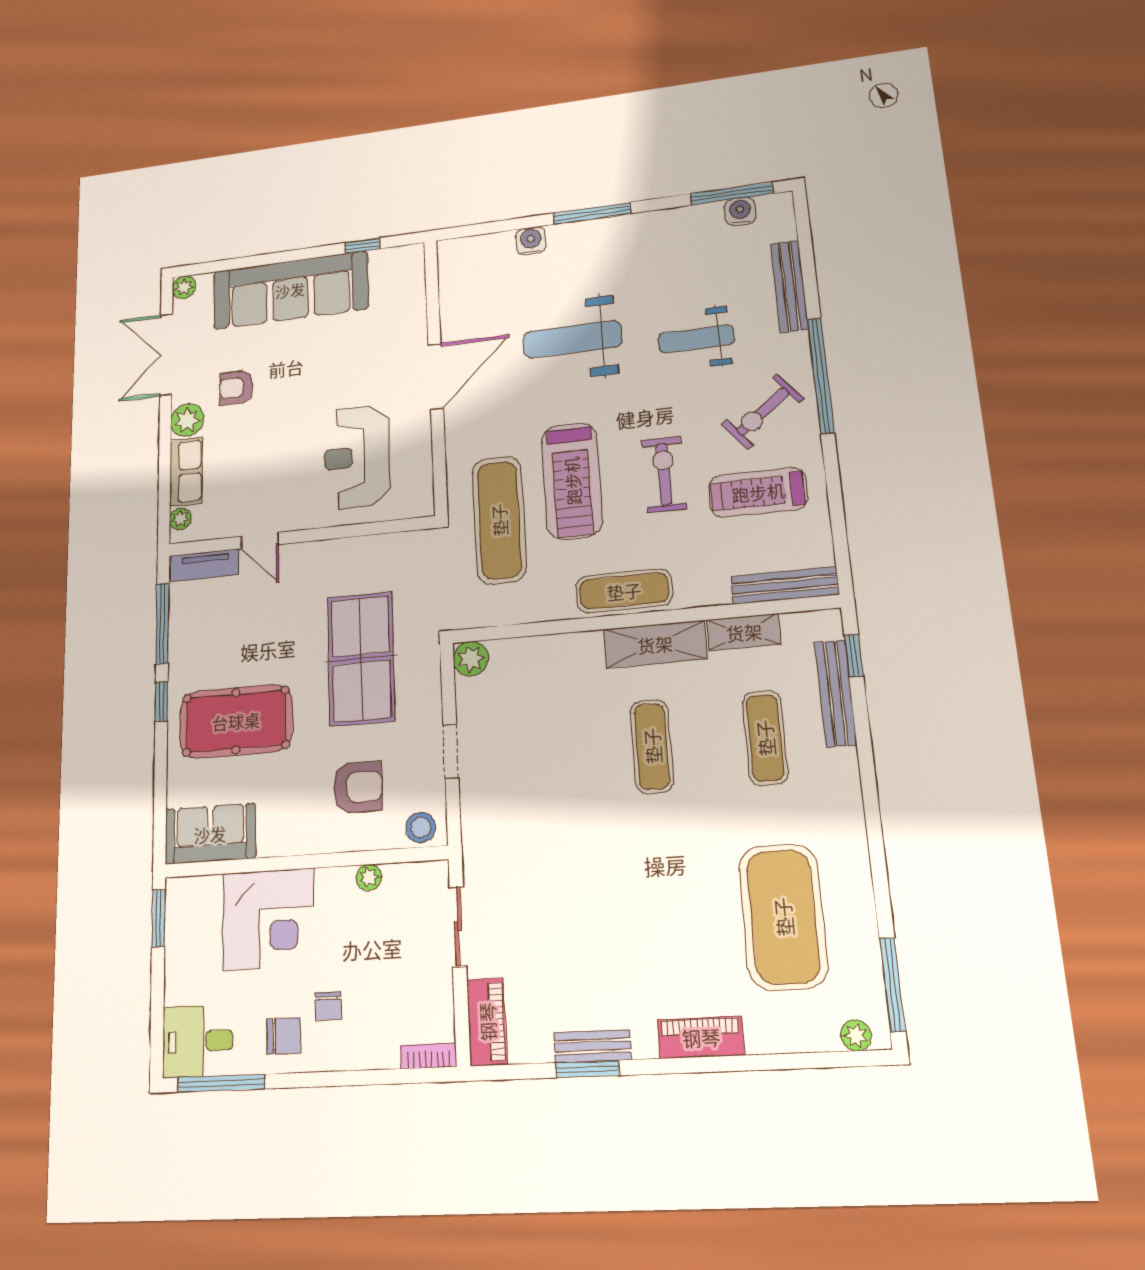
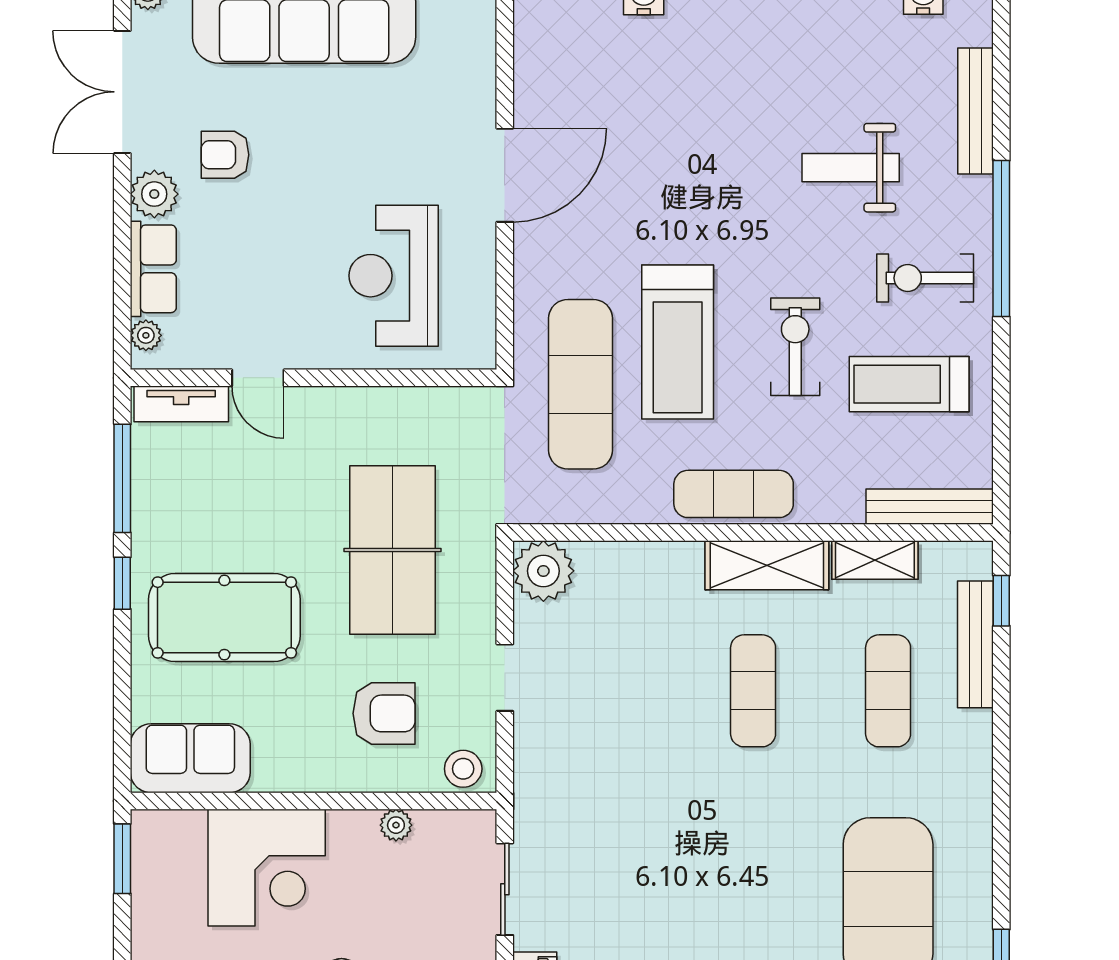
weight bench: (572, 339) -> (691, 146), removed
exercise bike: (763, 412) -> (925, 278), turned 38
plant: (471, 659) -> (543, 571), width x1.36, depth x1.36

